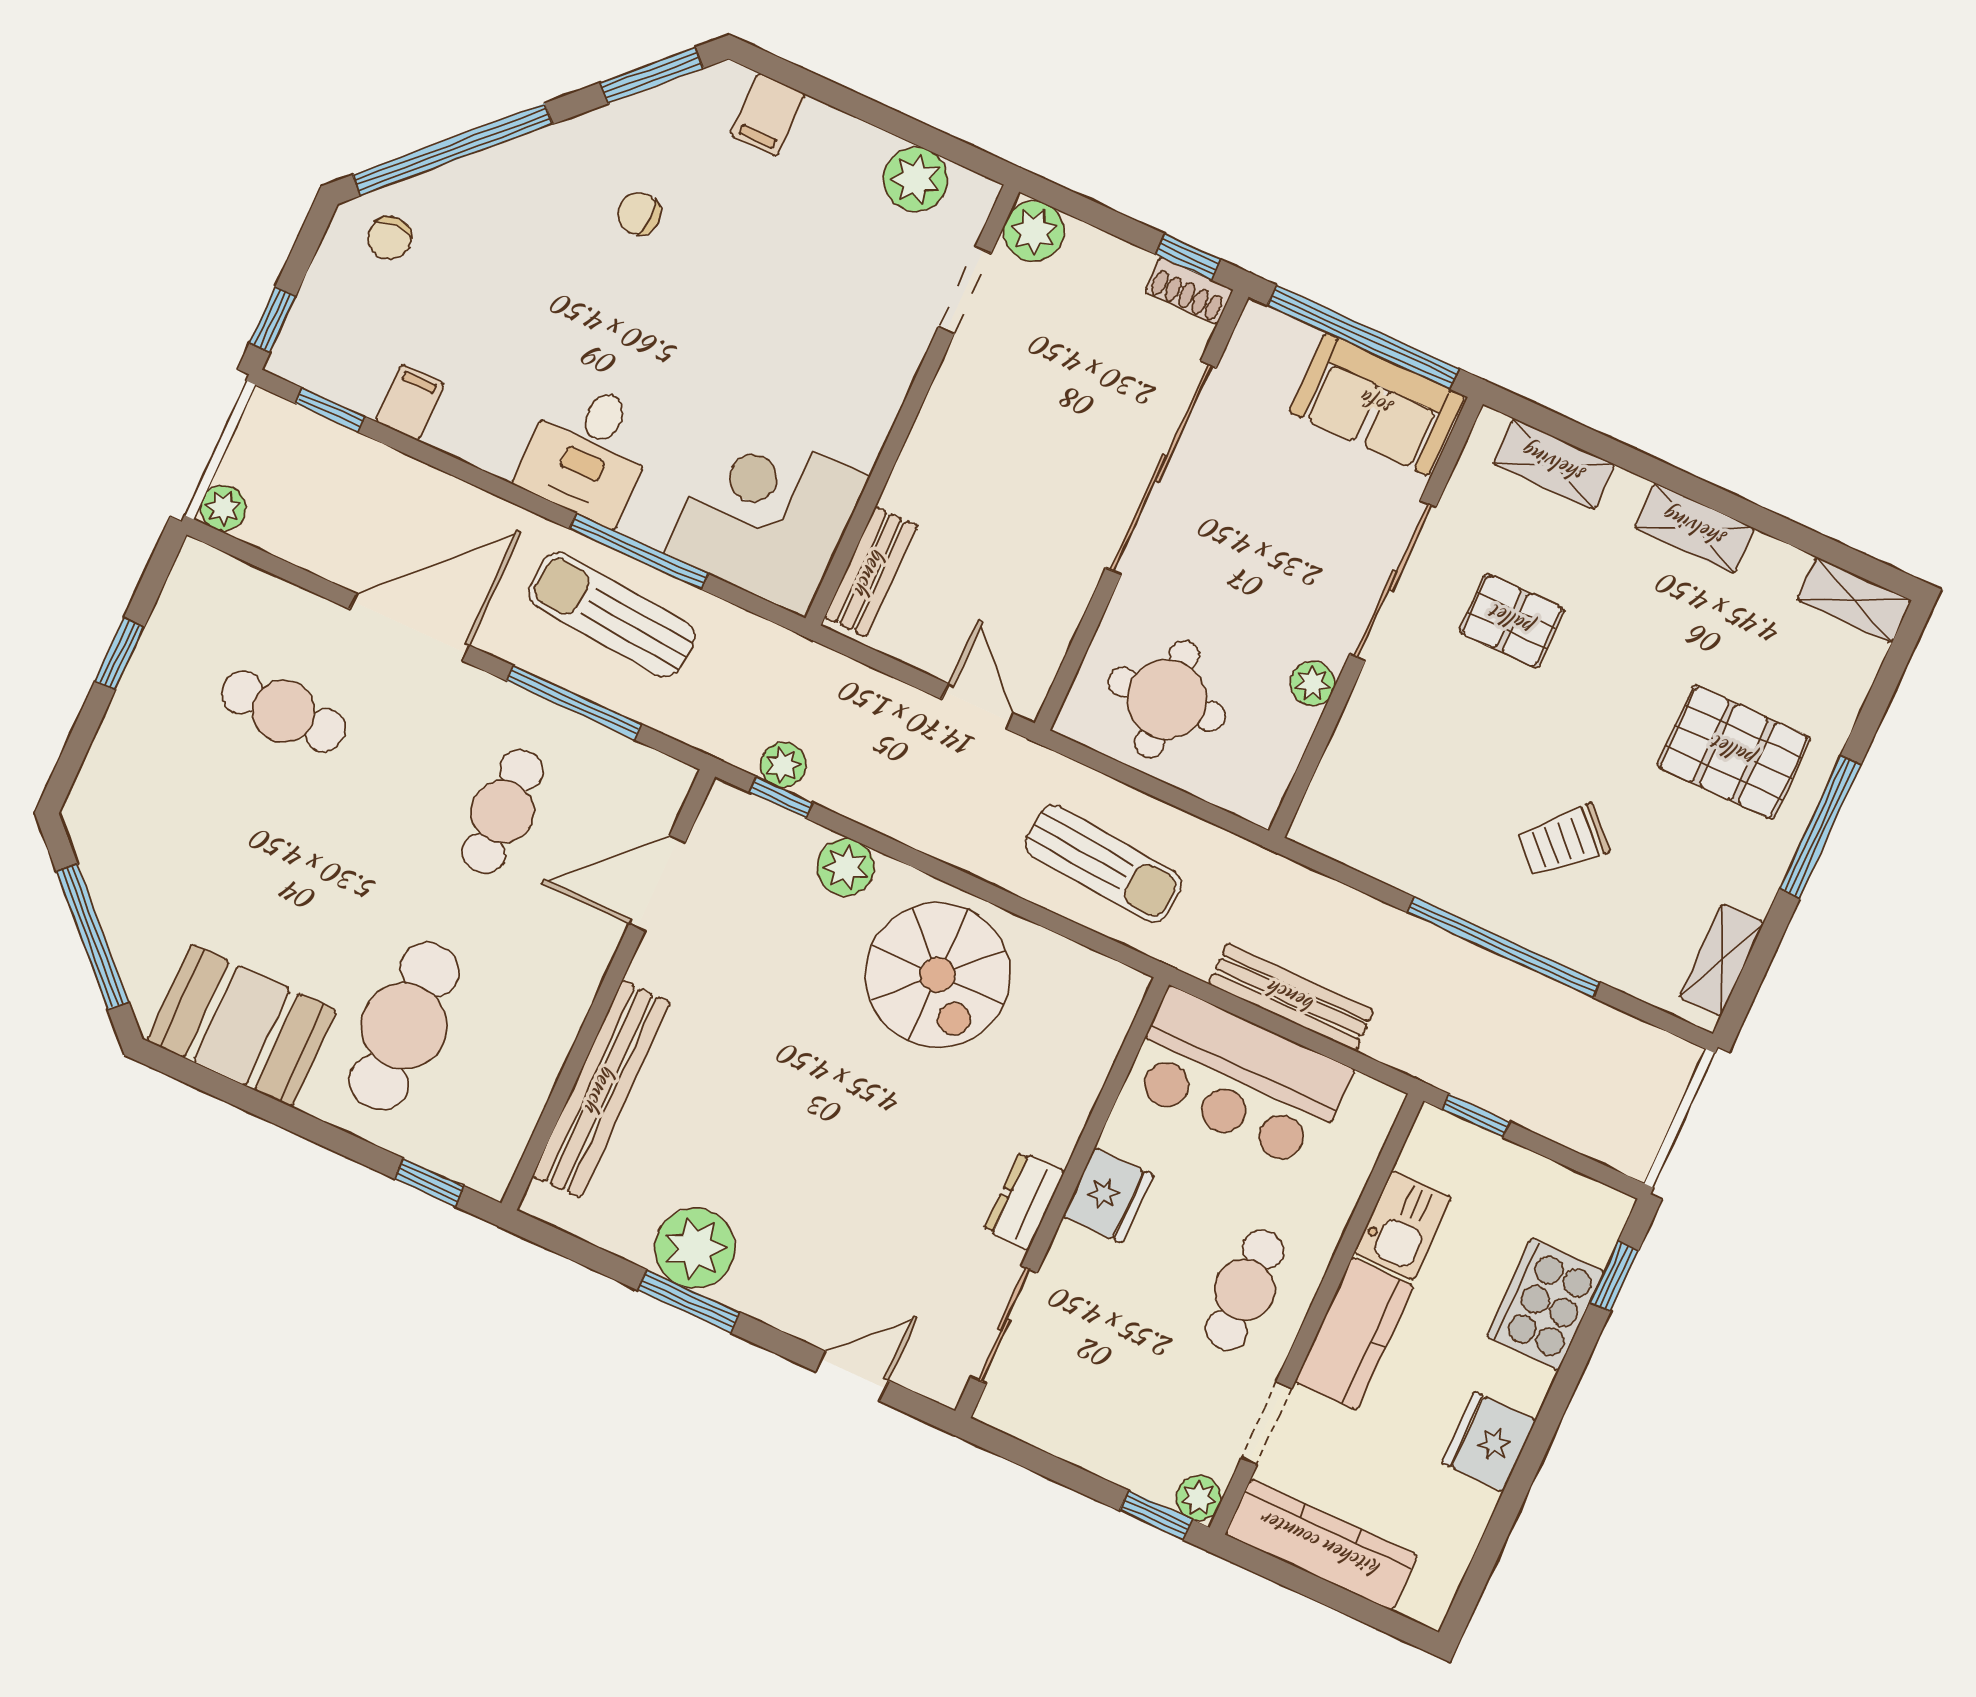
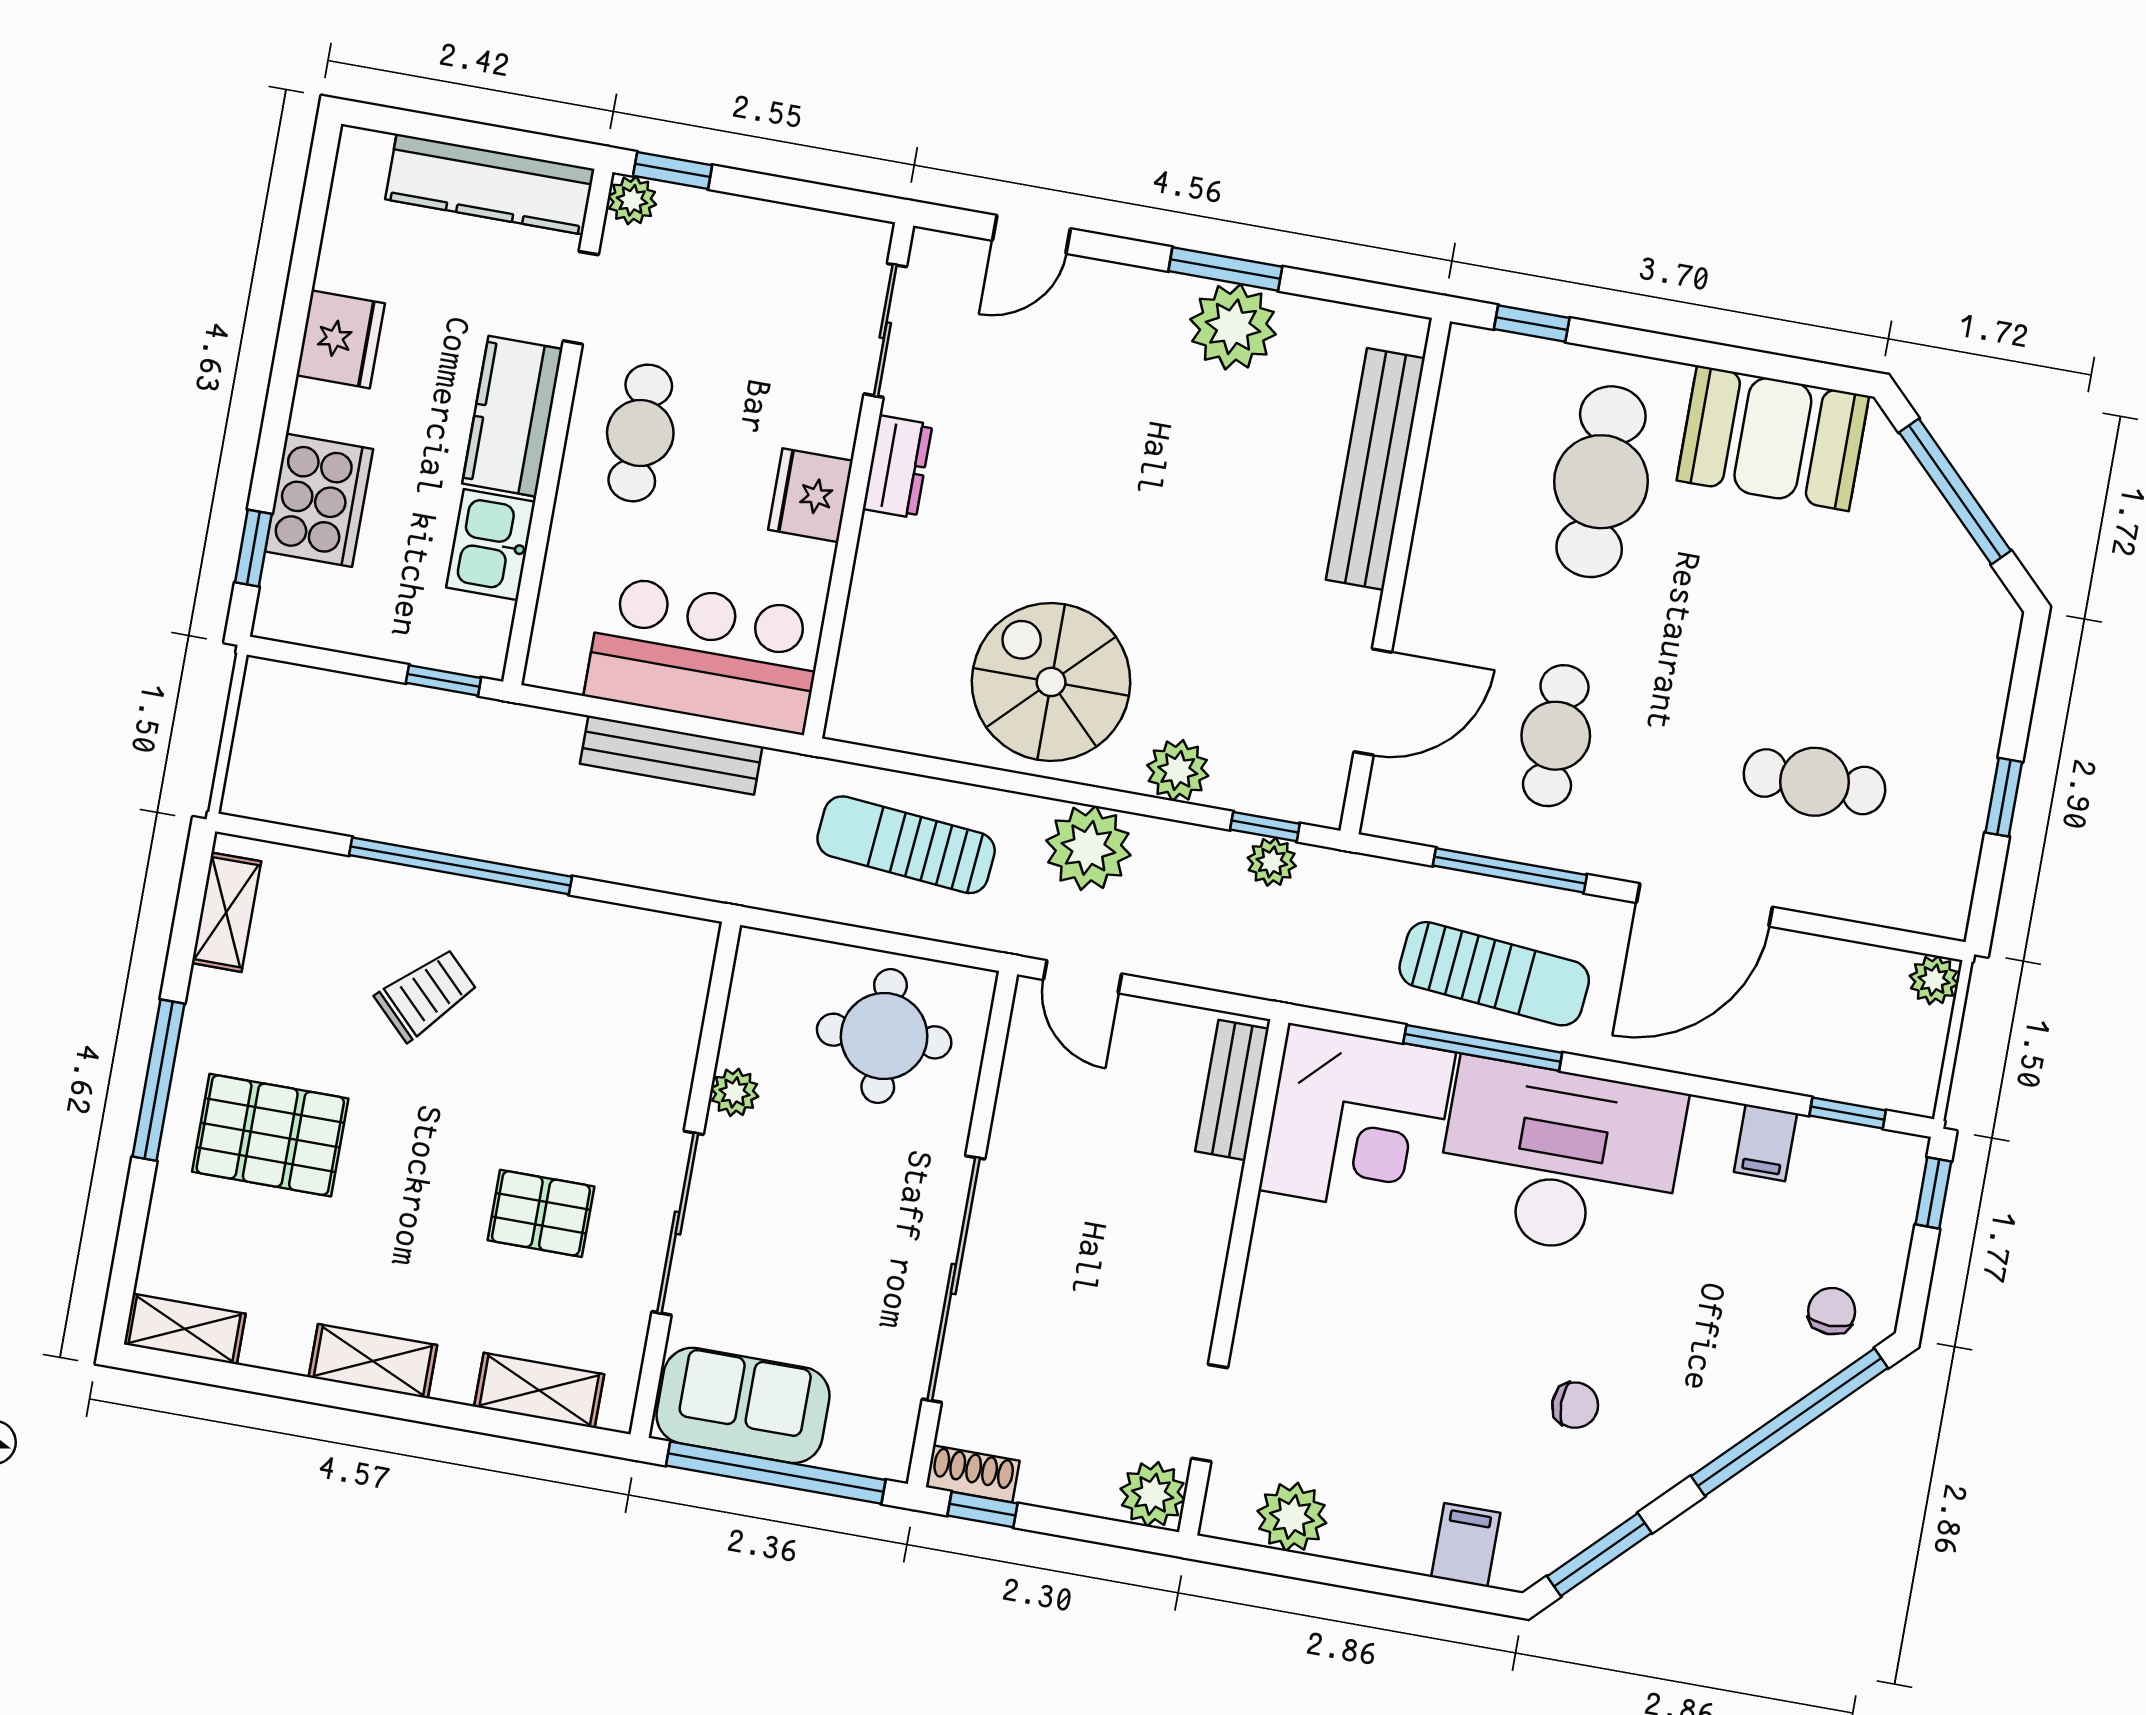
desk: (588, 452) -> (1560, 1159), width x1.87, depth x1.30
plant: (943, 819) -> (1088, 848), added

